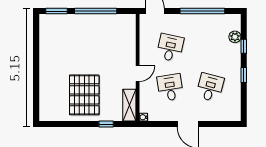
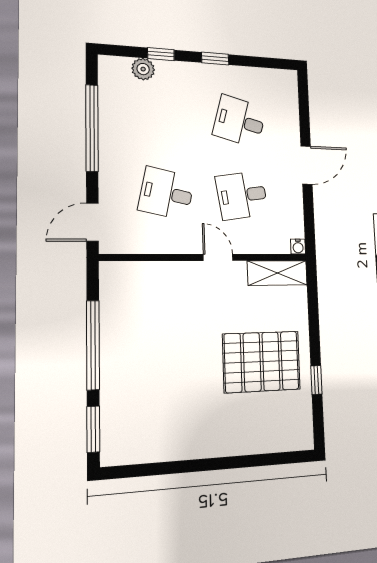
window: (106, 124) -> (316, 380), moved

